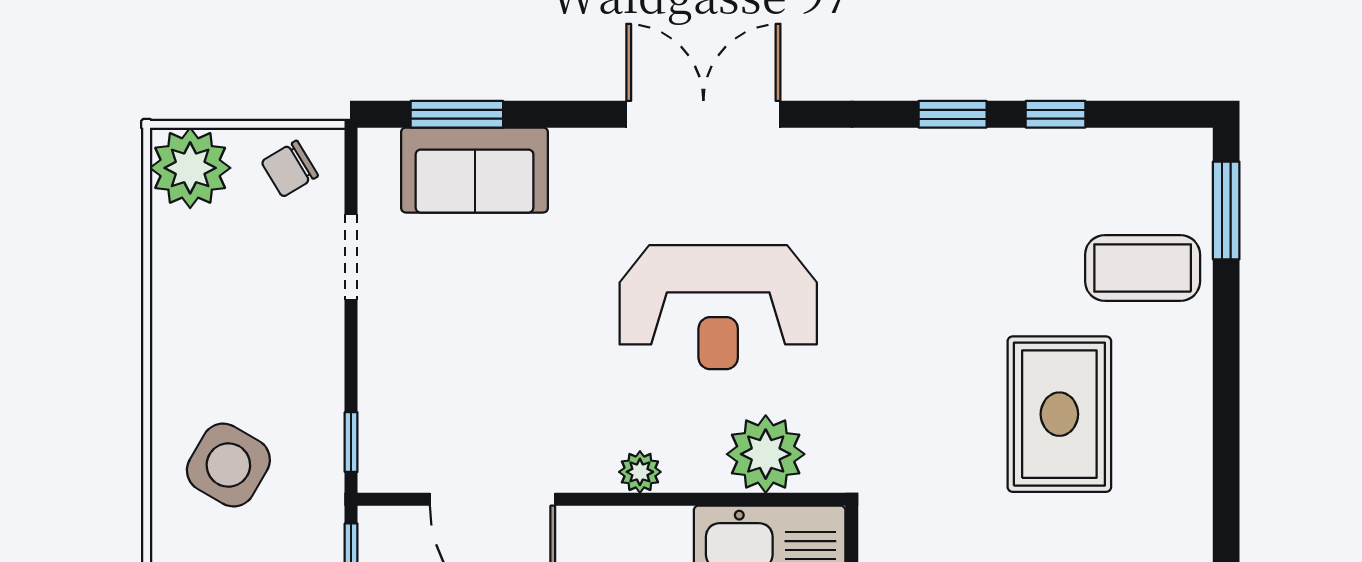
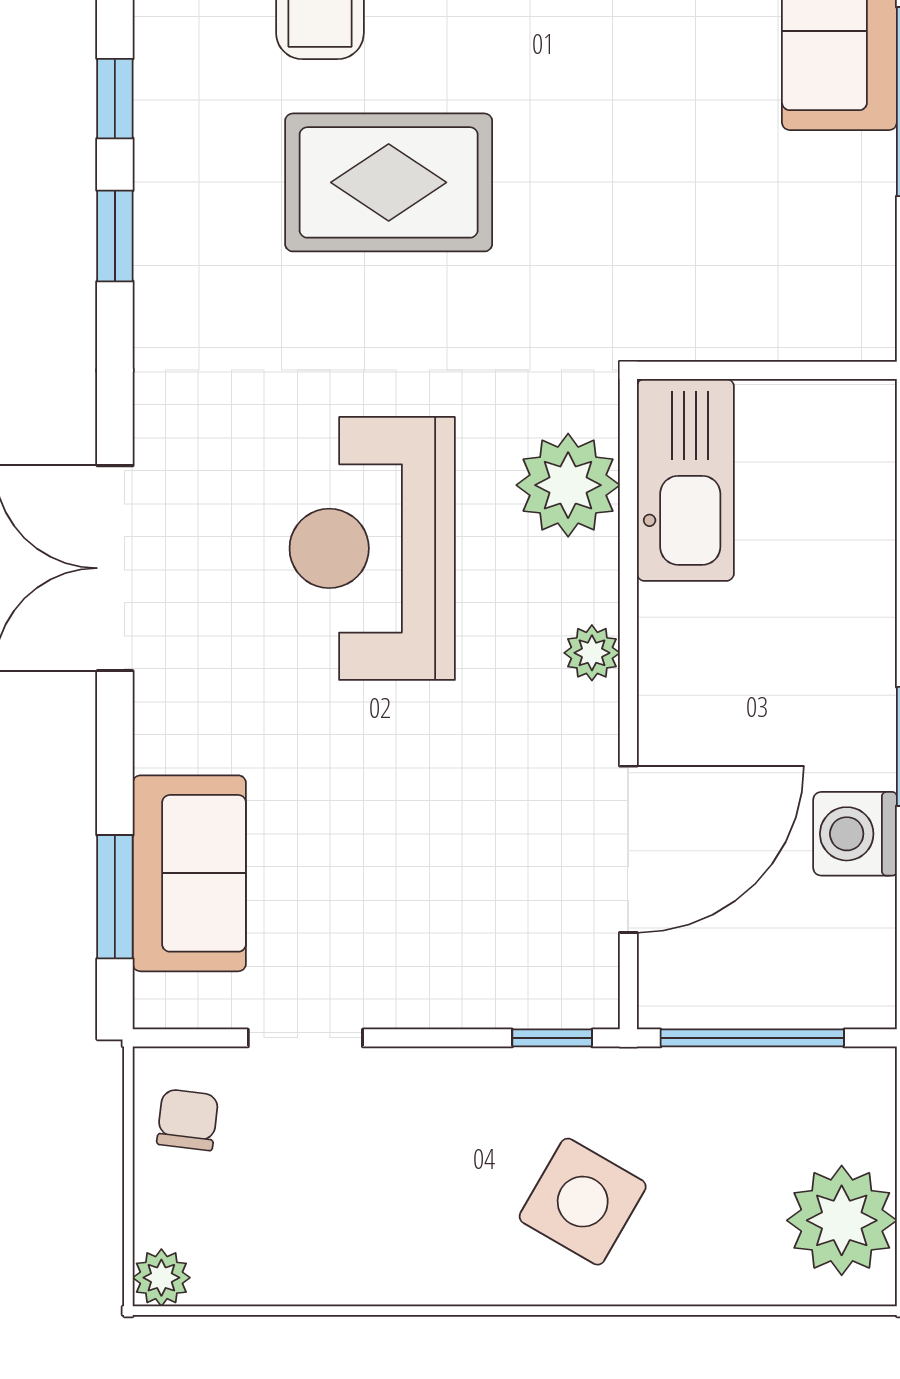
plant: (190, 168) -> (161, 1278), width x0.53, depth x0.53
chair: (290, 169) -> (188, 1120), turned -142
reception desk: (718, 307) -> (372, 548), turned 180
rug: (1059, 414) -> (389, 182), moved

